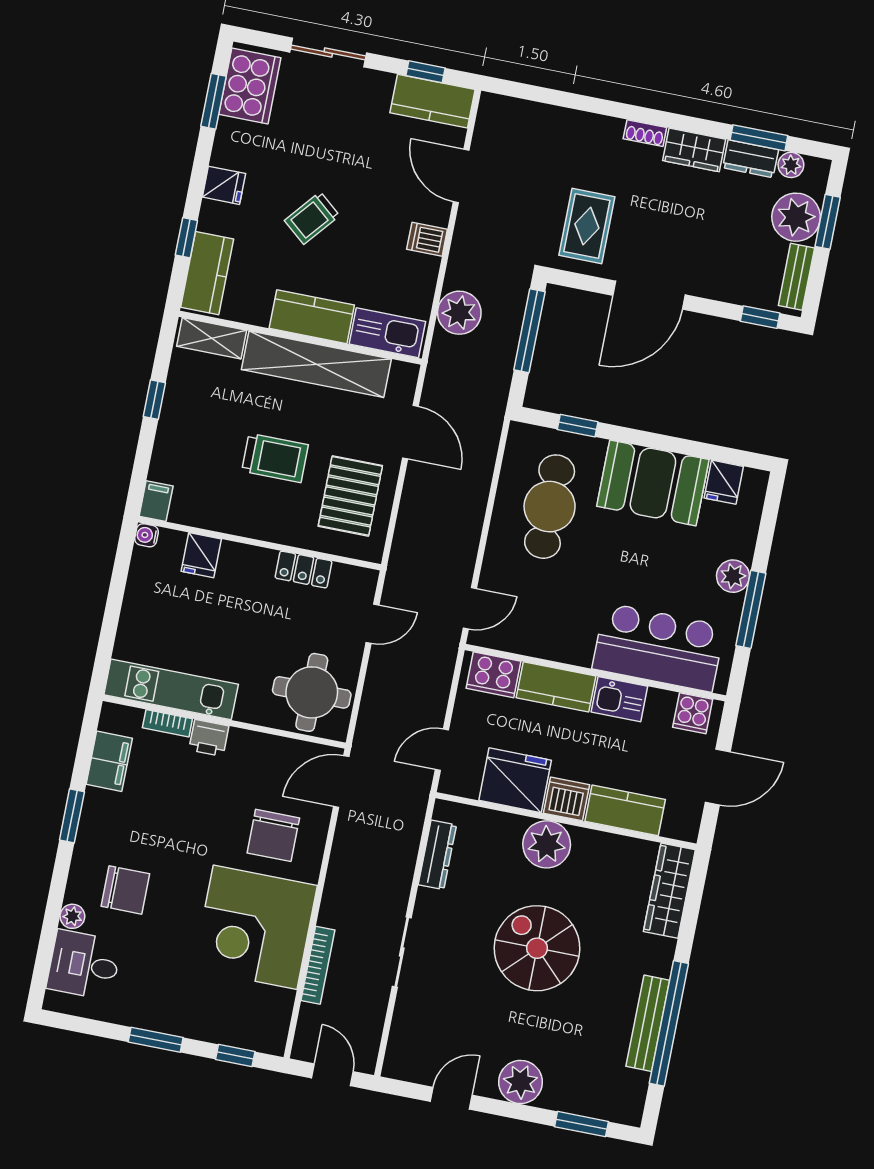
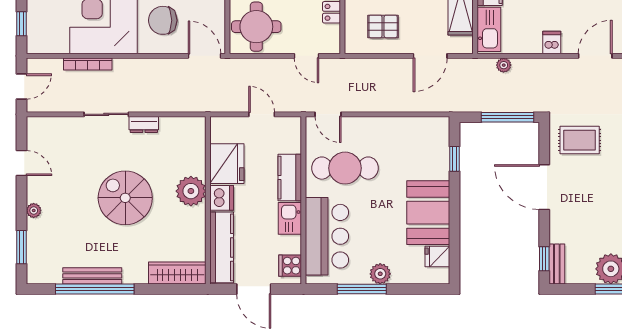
bench: (796, 277) -> (557, 264), moved, turned 90
plant: (459, 313) -> (504, 65), width x0.53, depth x0.53
pallet: (350, 496) -> (383, 26), width x0.67, depth x0.71
cafe table: (550, 507) -> (345, 168), moved
cooker: (494, 675) -> (290, 137), removed
door: (442, 750) -> (262, 114), moved
kitchen counter: (625, 810) -> (222, 247), width x1.50
dresser: (437, 855) -> (144, 125), moved, width x0.70
spiral stairs: (537, 948) -> (125, 198), turned -90
plant: (521, 1082) -> (34, 210), width x0.53, depth x0.53

